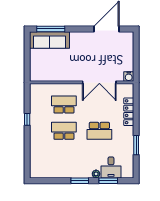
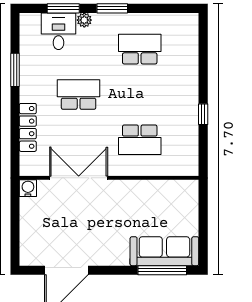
school desk: (64, 131) -> (140, 49), moved, turned 180

